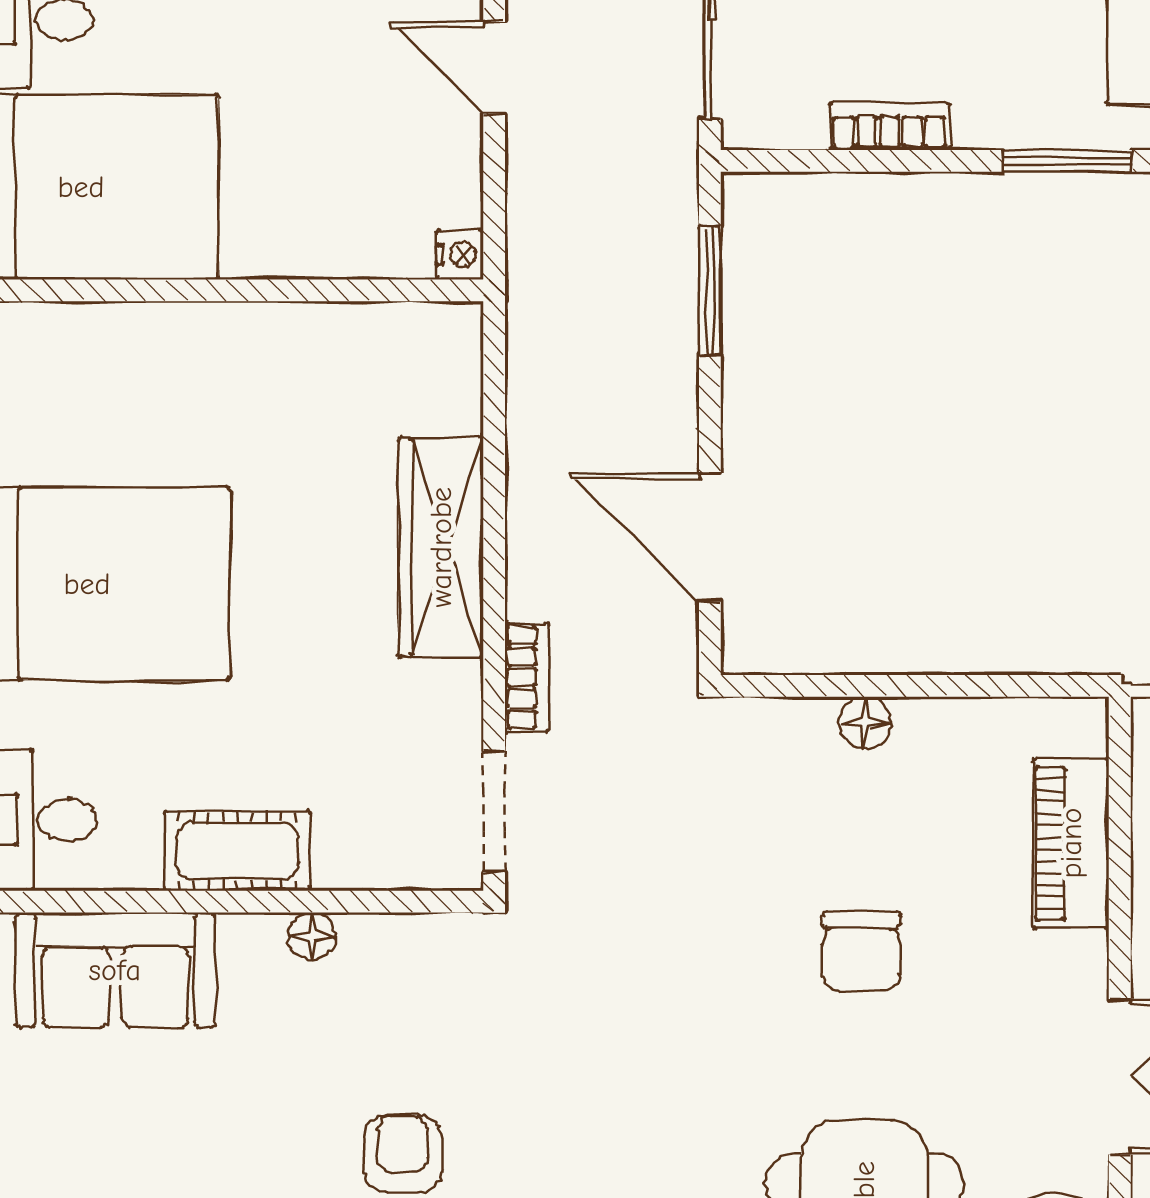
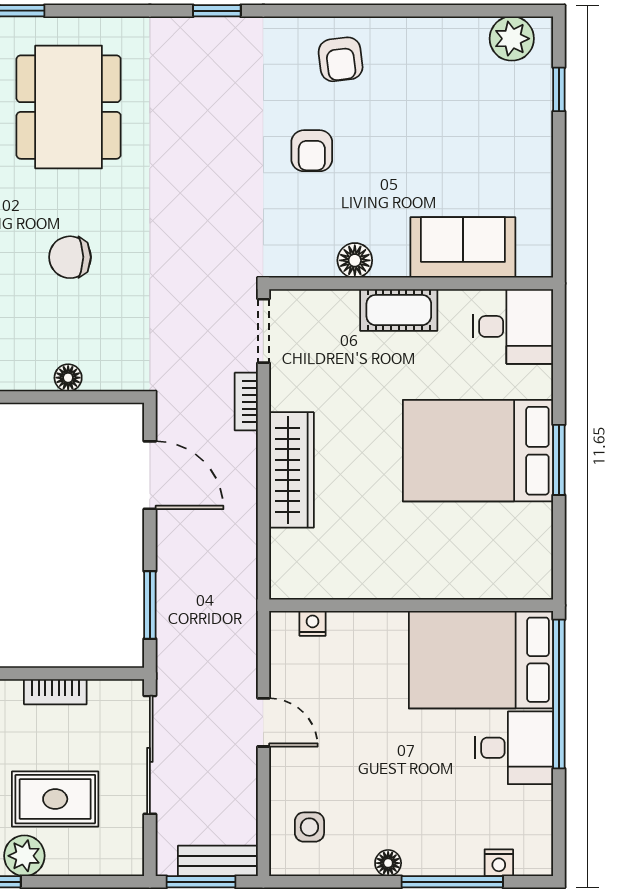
nightstand: (460, 255) -> (313, 623), moved, turned 90
floor lamp: (312, 936) -> (355, 260), width x1.37, depth x1.37
chair: (861, 951) -> (70, 257), turned -90

